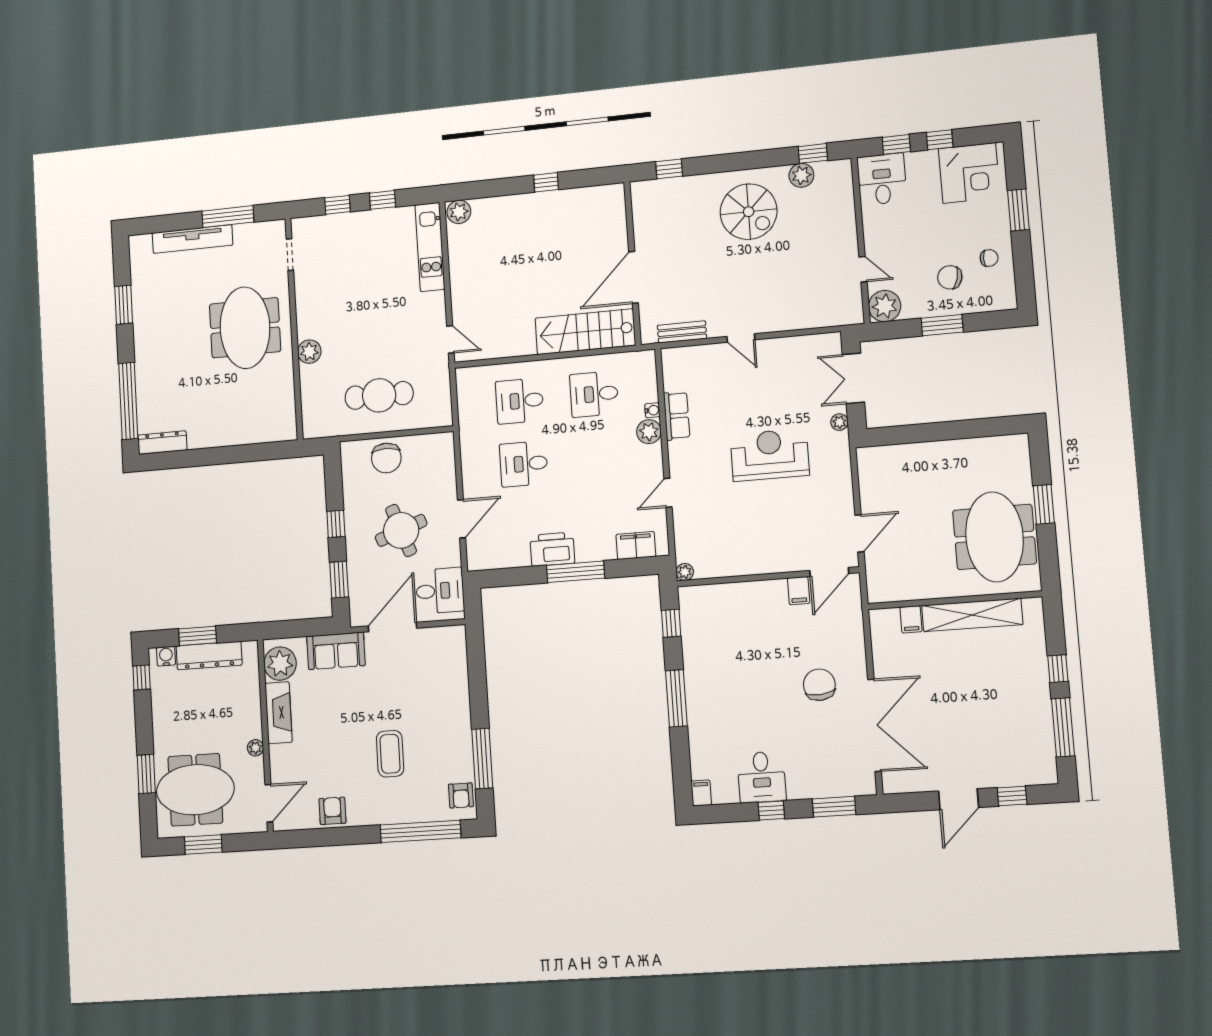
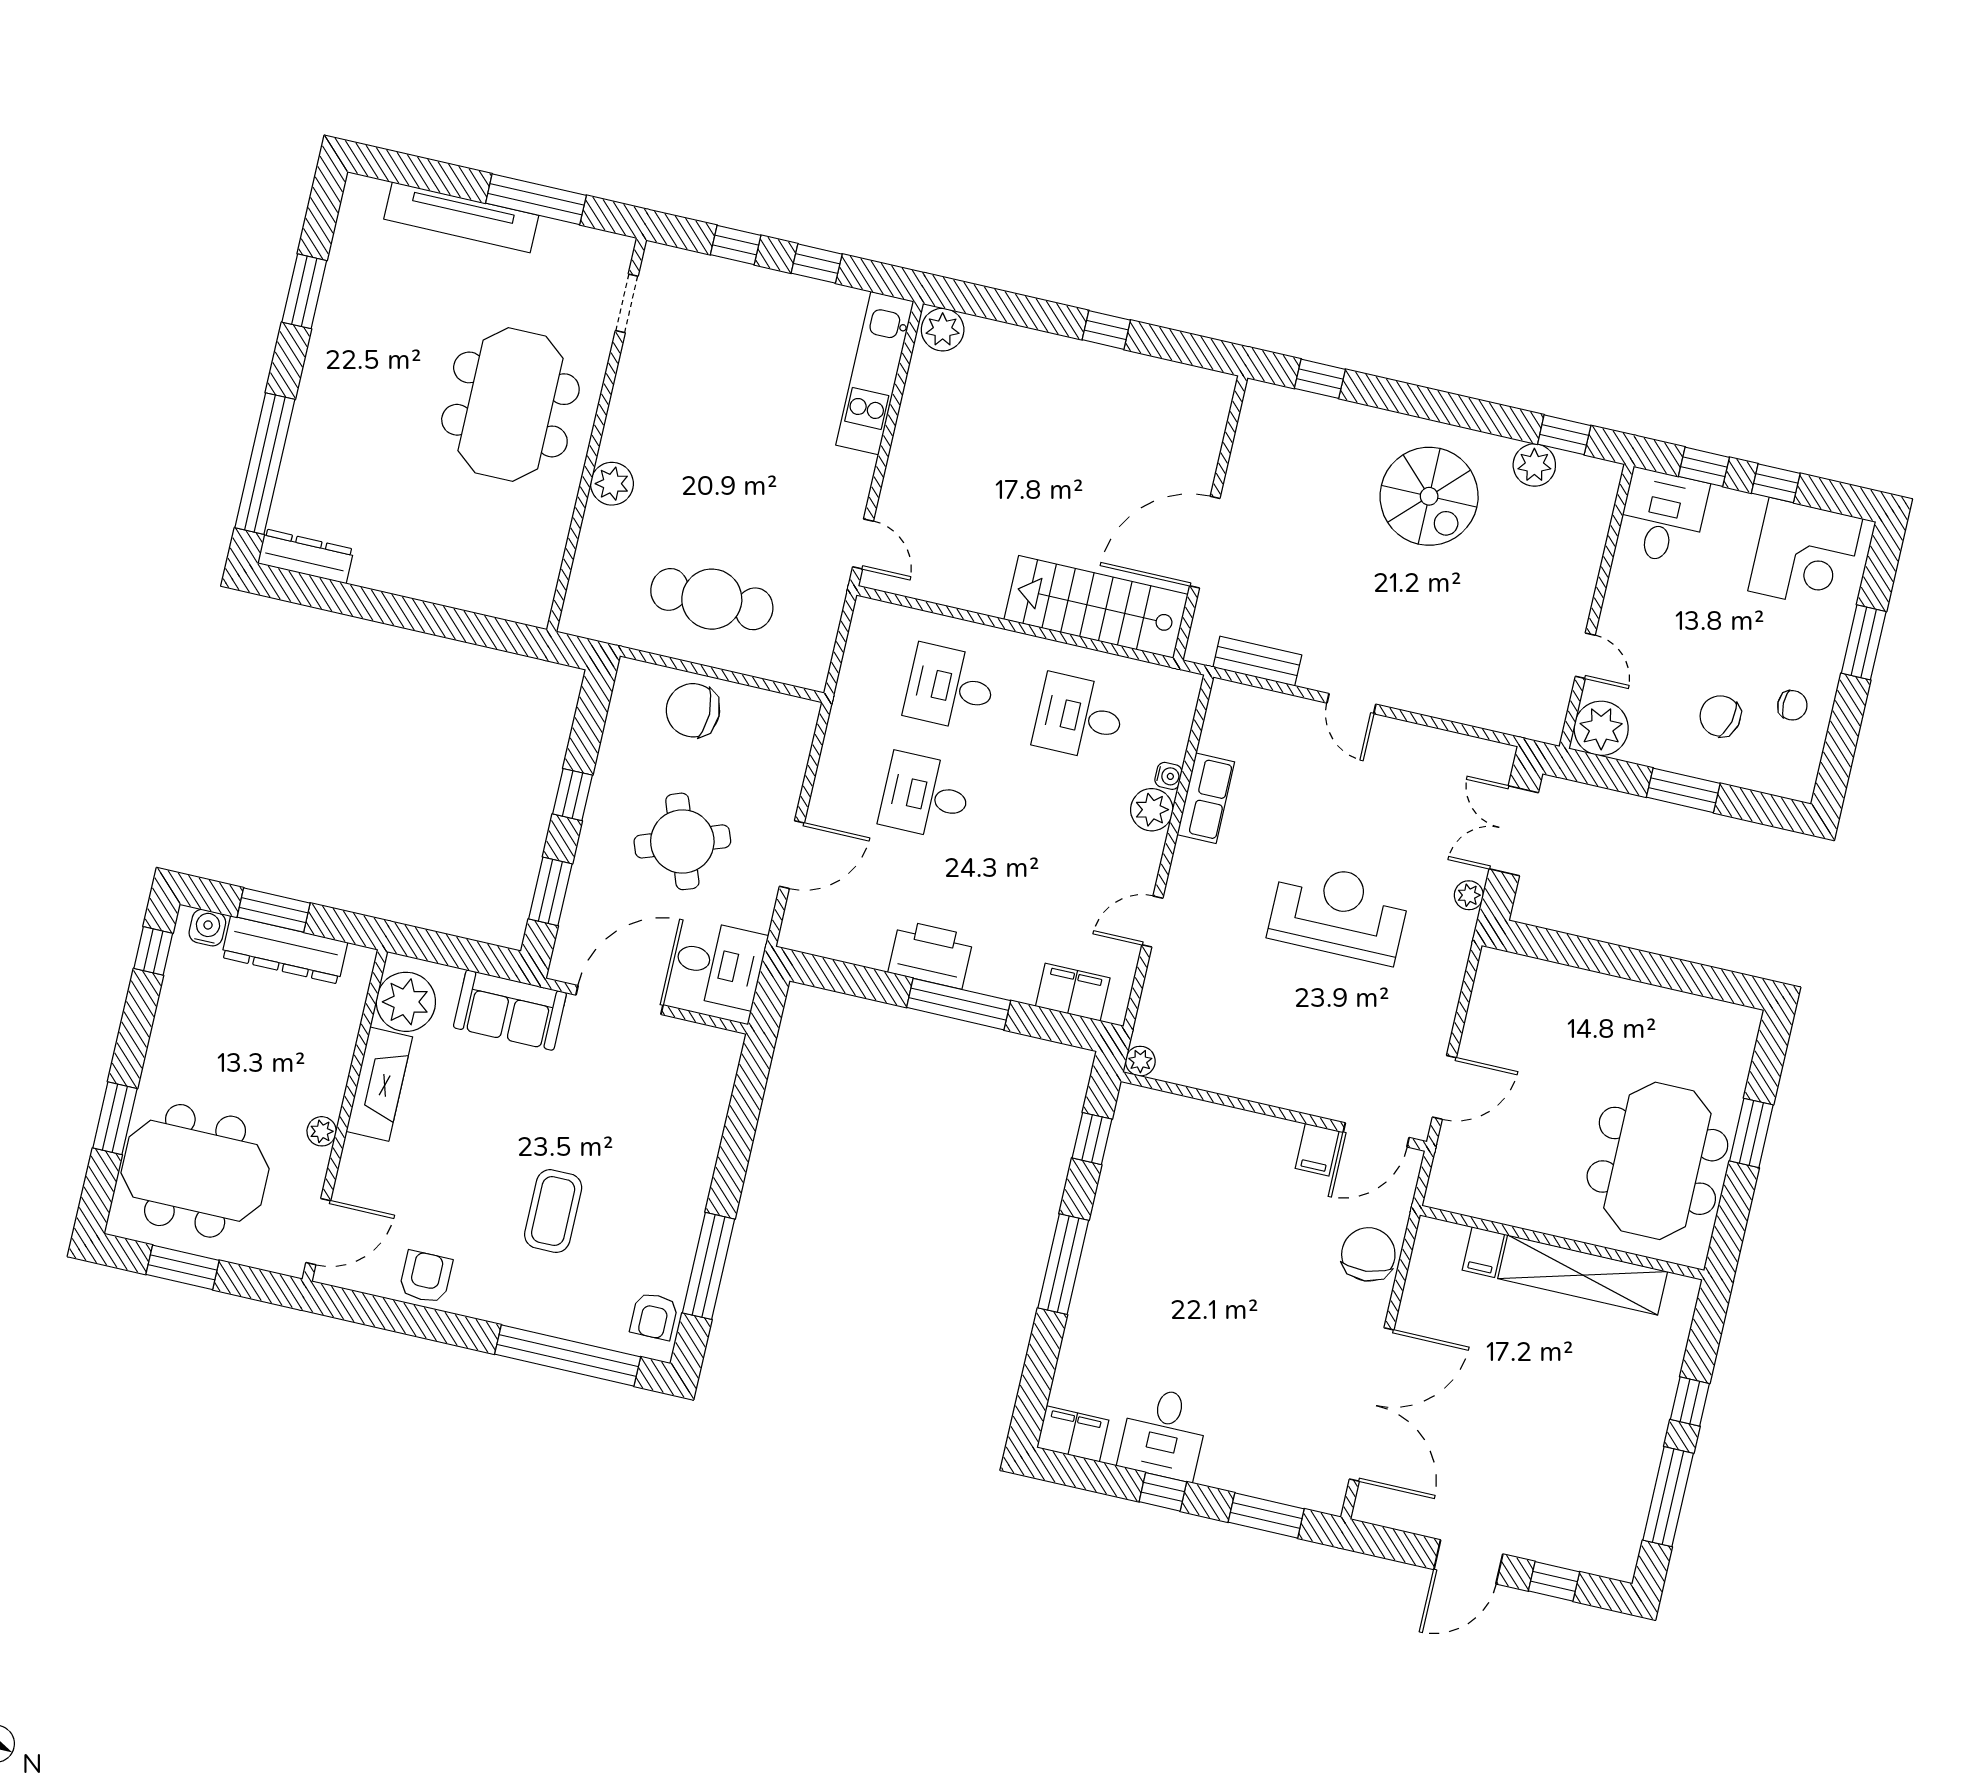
chair: (386, 458) -> (693, 710), turned 90
chair: (819, 685) -> (1368, 1254), moved
filing cabinet: (701, 793) -> (1073, 1434), width x2.00

